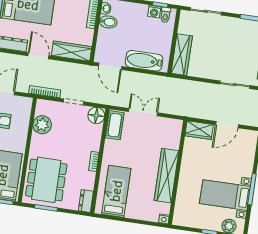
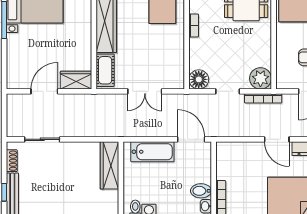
wardrobe: (72, 51) -> (239, 150), removed
plant: (42, 125) -> (260, 78), moved
cot: (115, 125) -> (105, 70), moved

